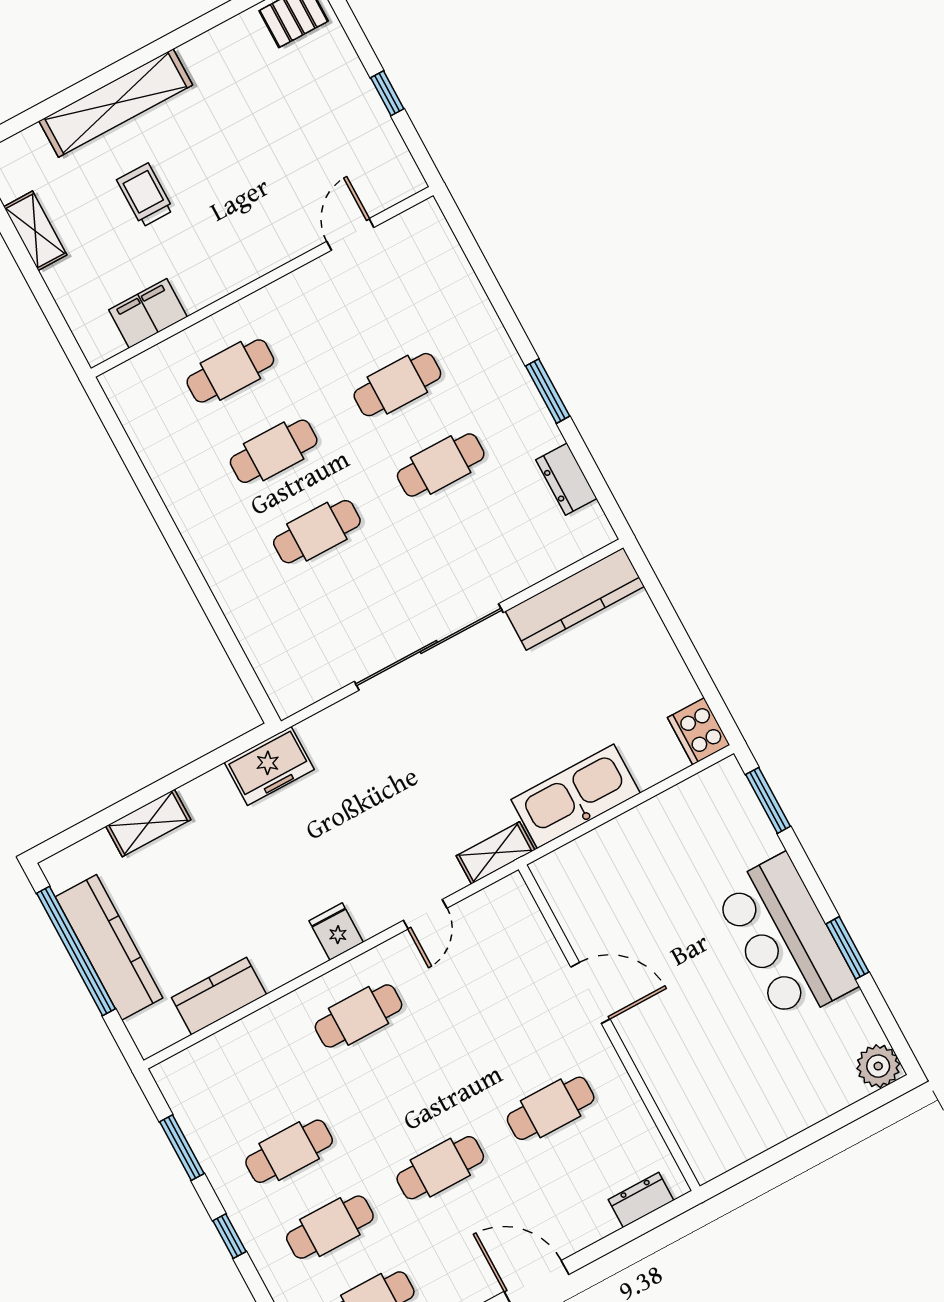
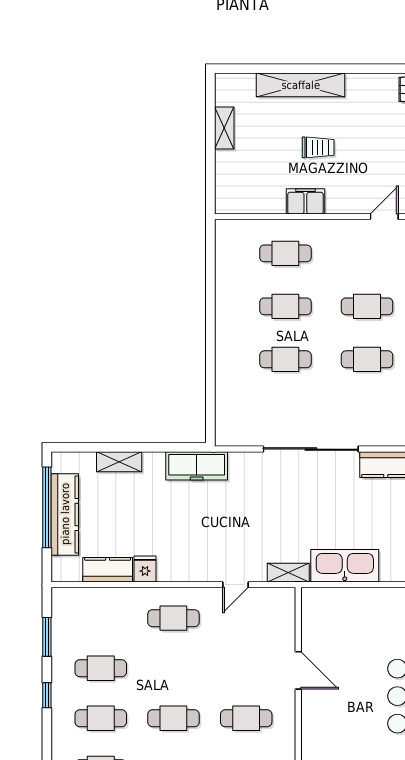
trolley: (145, 195) -> (318, 147), moved, turned 90
filing cabinet: (148, 313) -> (305, 201), moved
freezer: (269, 766) -> (197, 466), width x1.40
fridge: (336, 932) -> (145, 569), moved

